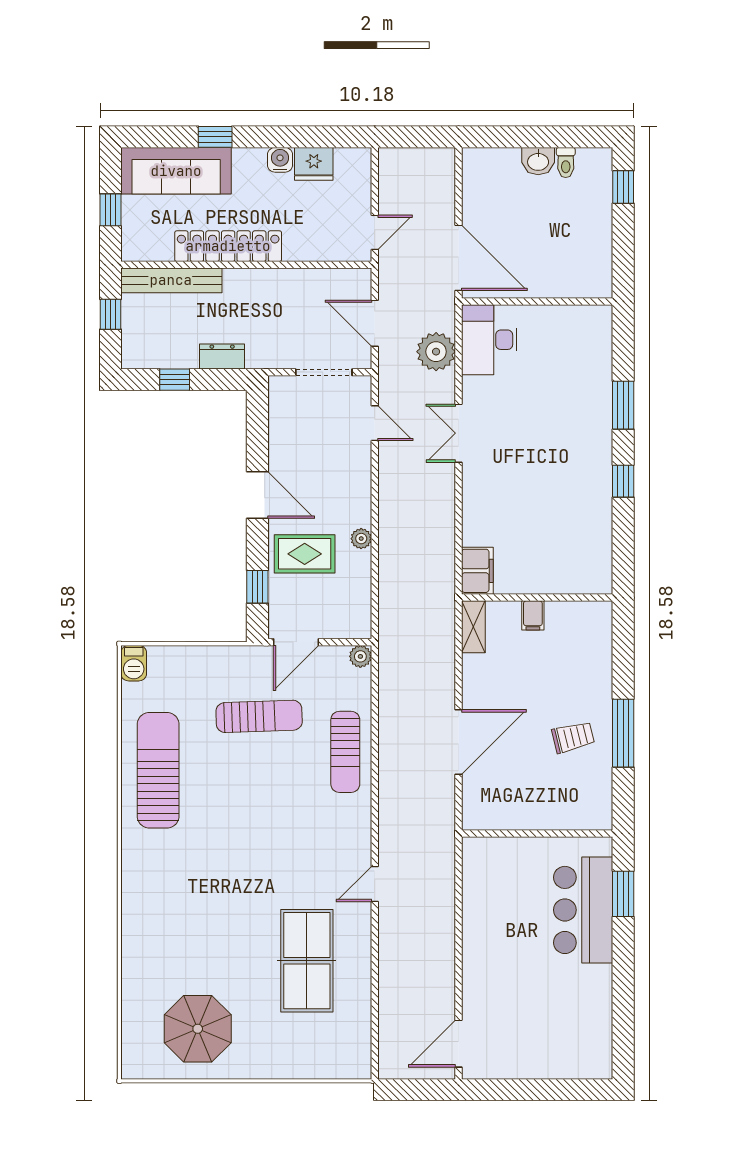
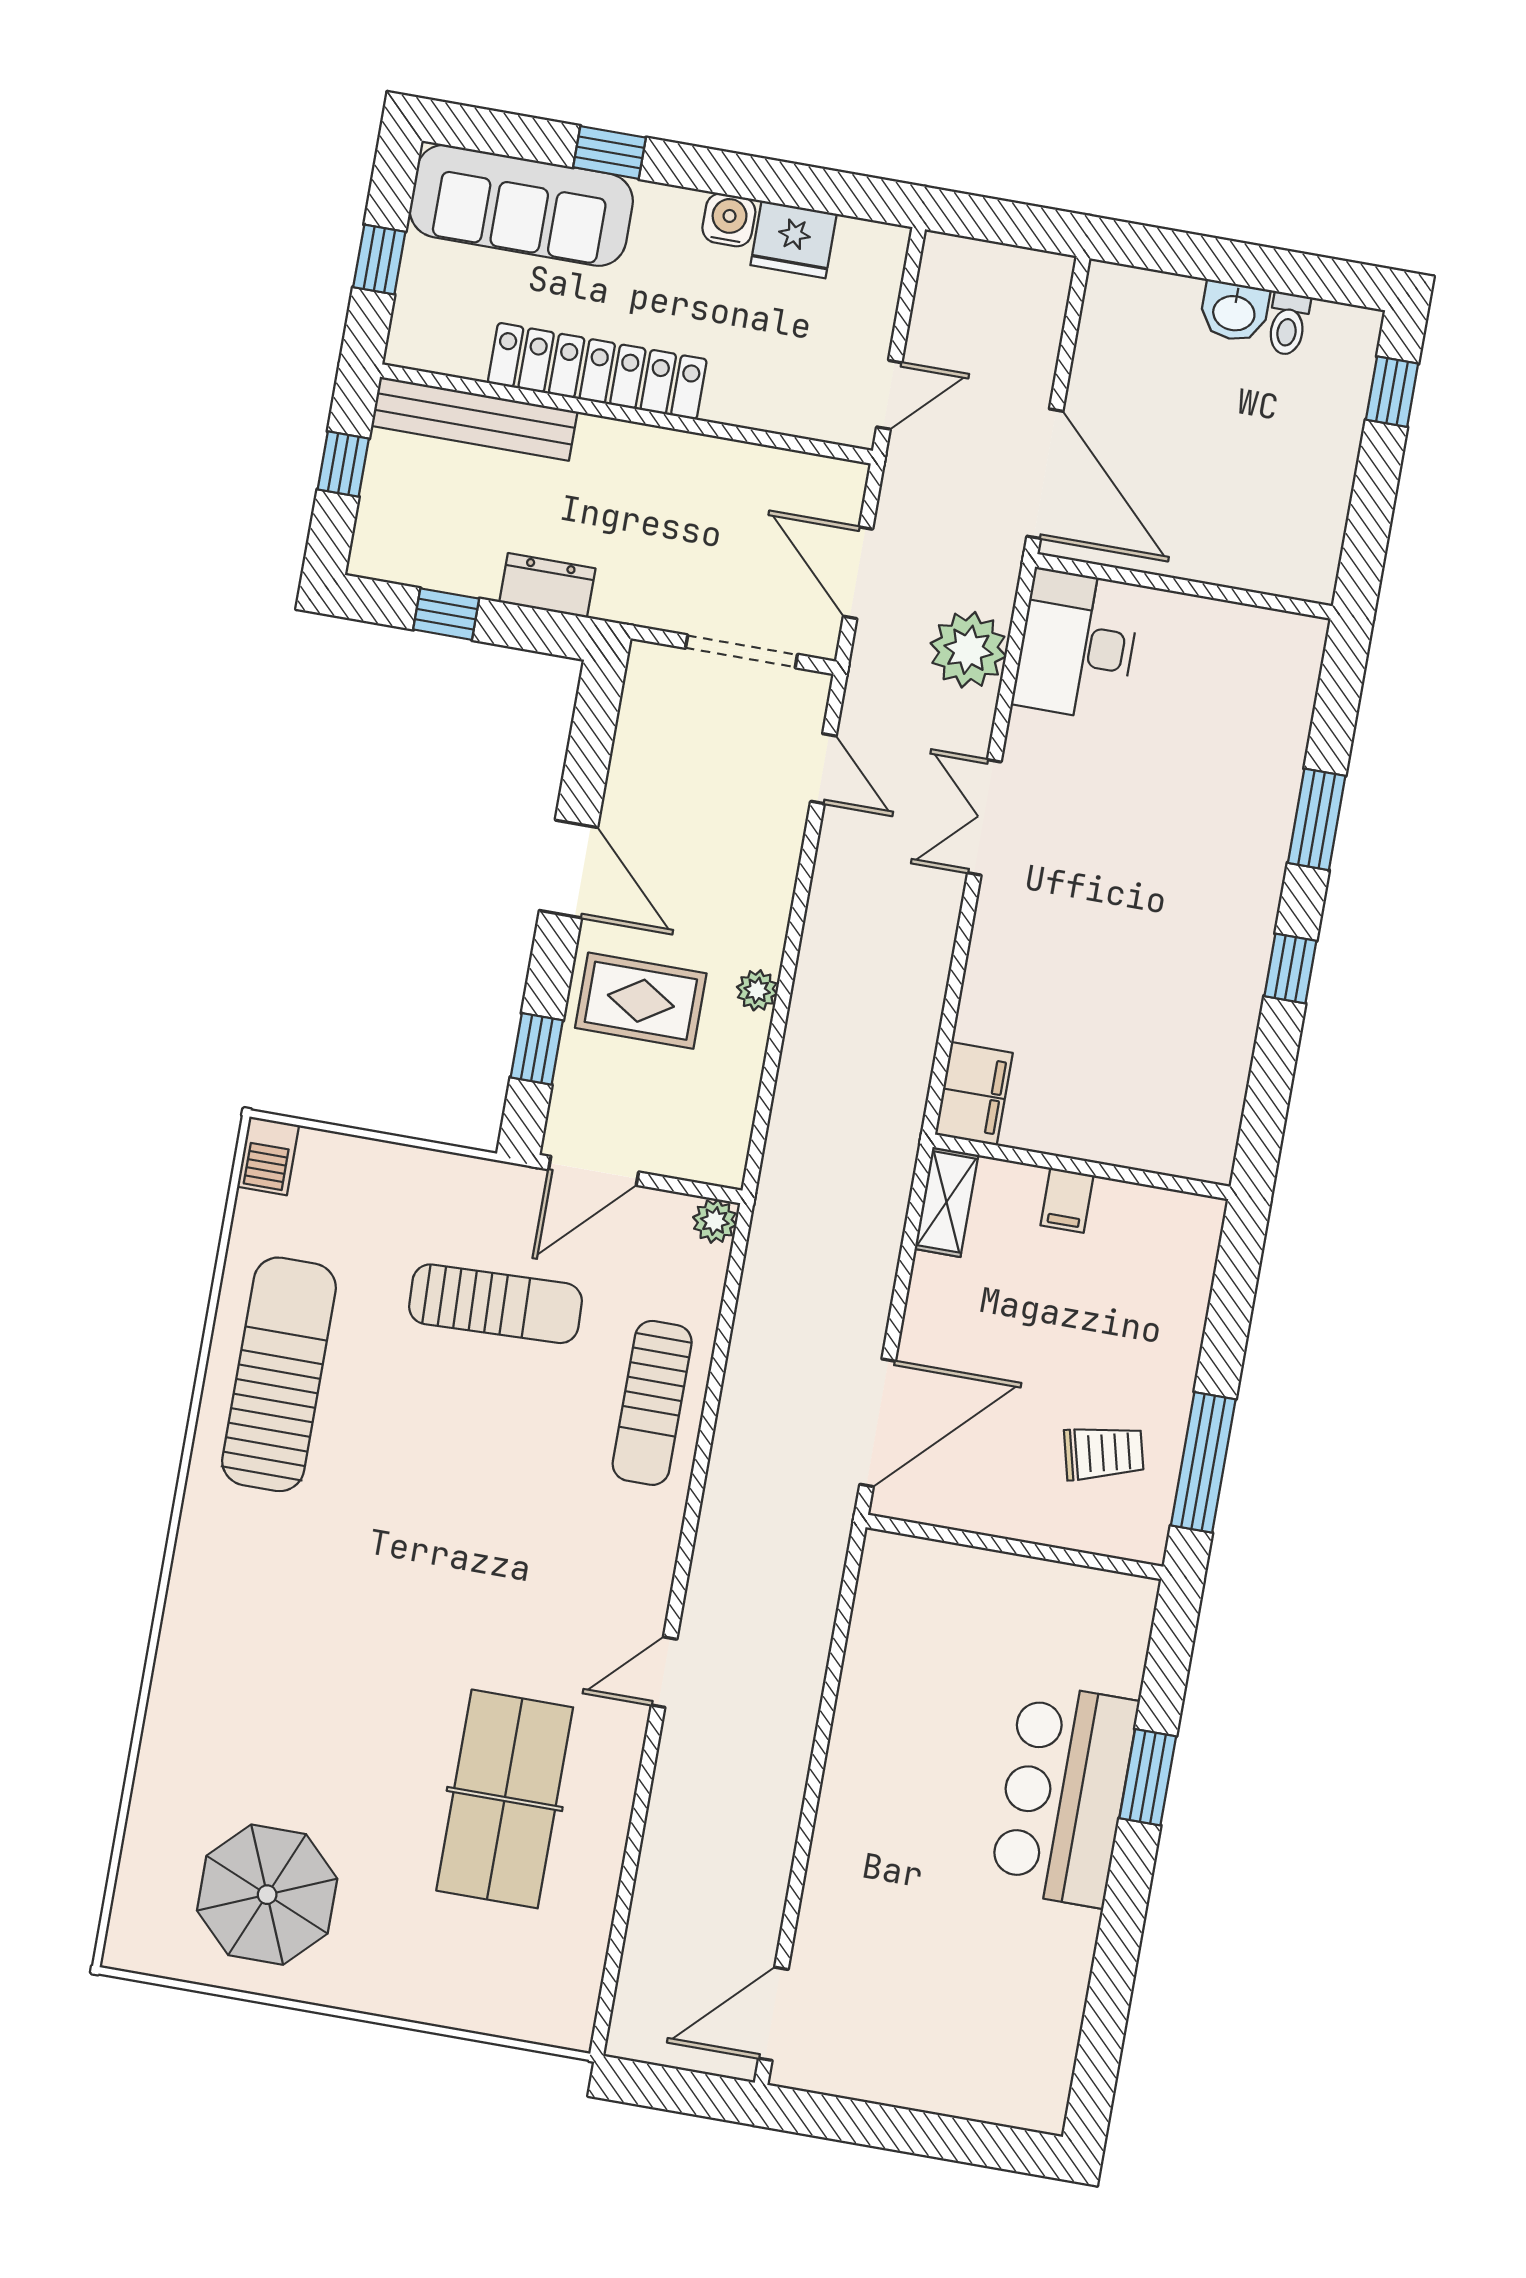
wall: (537, 833) -> (1015, 1547), moved

